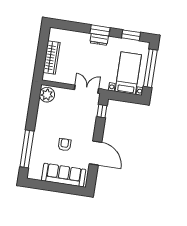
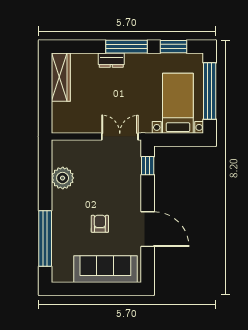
window: (100, 30) -> (126, 47), width x1.44
dresser: (99, 39) -> (111, 60), moved
wardrobe: (51, 58) -> (61, 77), moved
plant: (47, 95) -> (63, 178), moved

